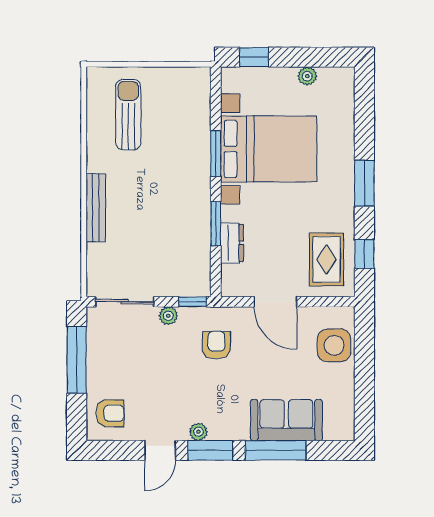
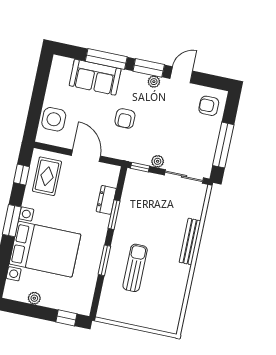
sun lounger: (128, 115) -> (135, 268), moved, turned 180
bed with nightstands: (269, 149) -> (45, 249), moved, turned 180
armchair: (216, 345) -> (125, 118), moved

